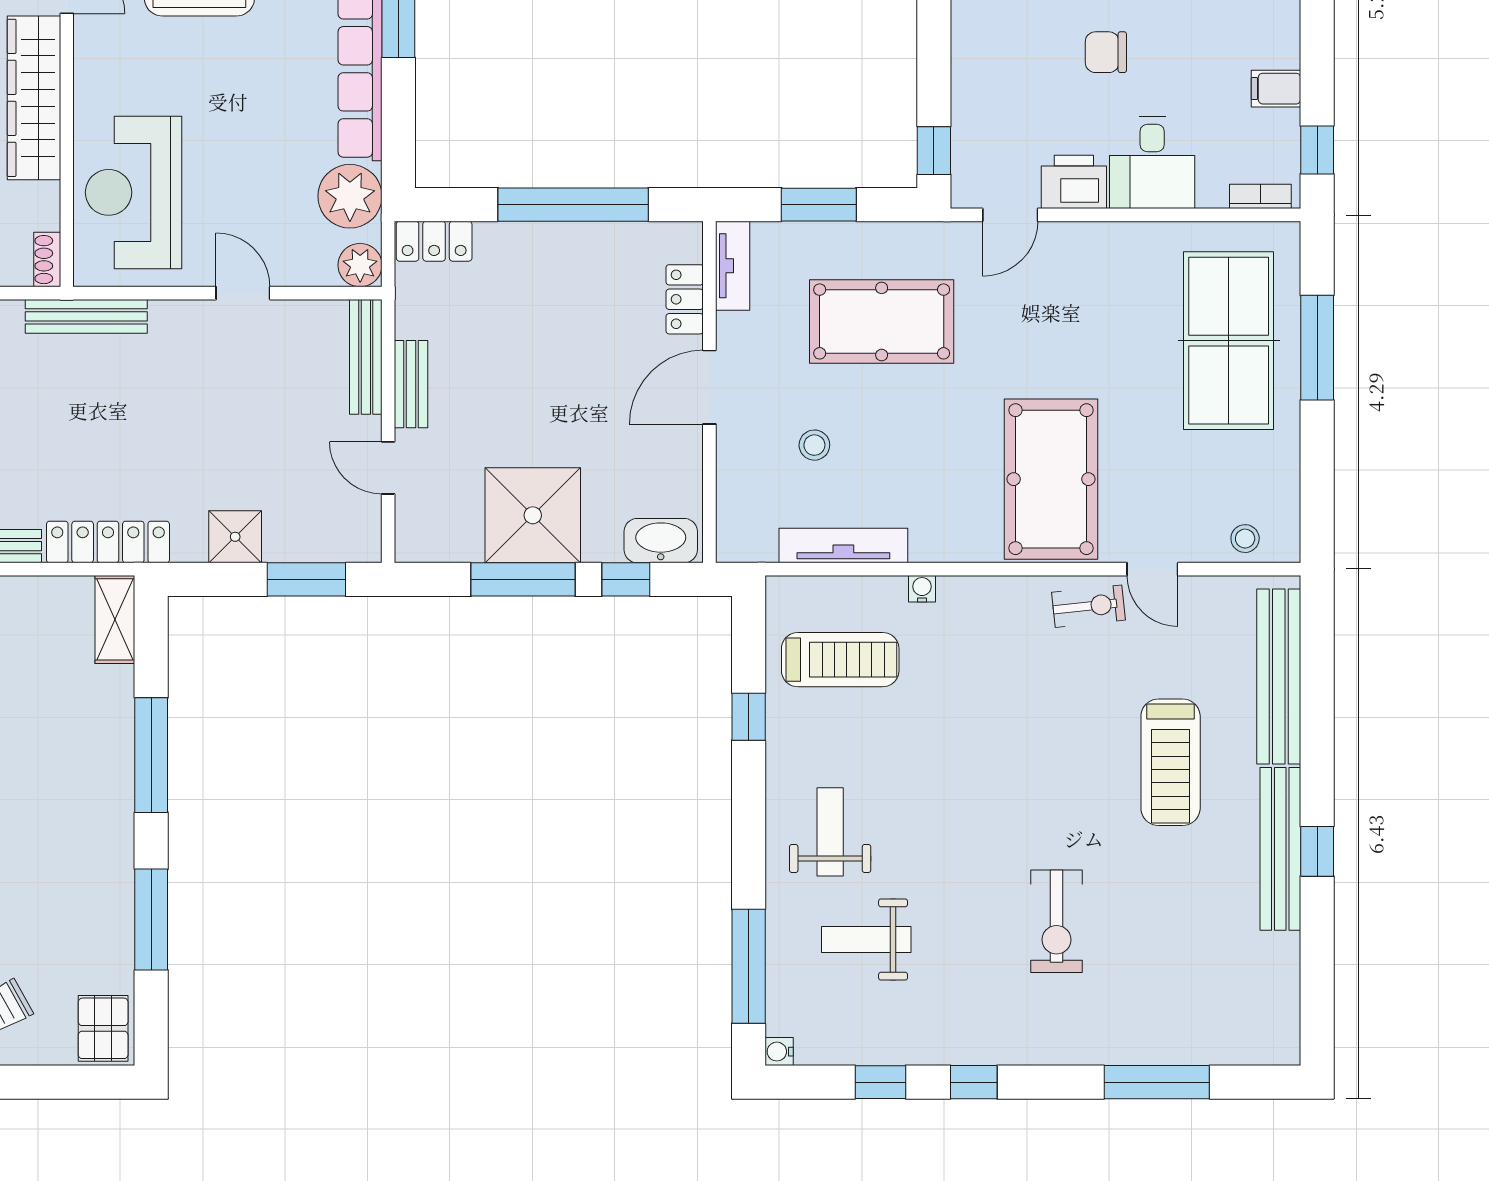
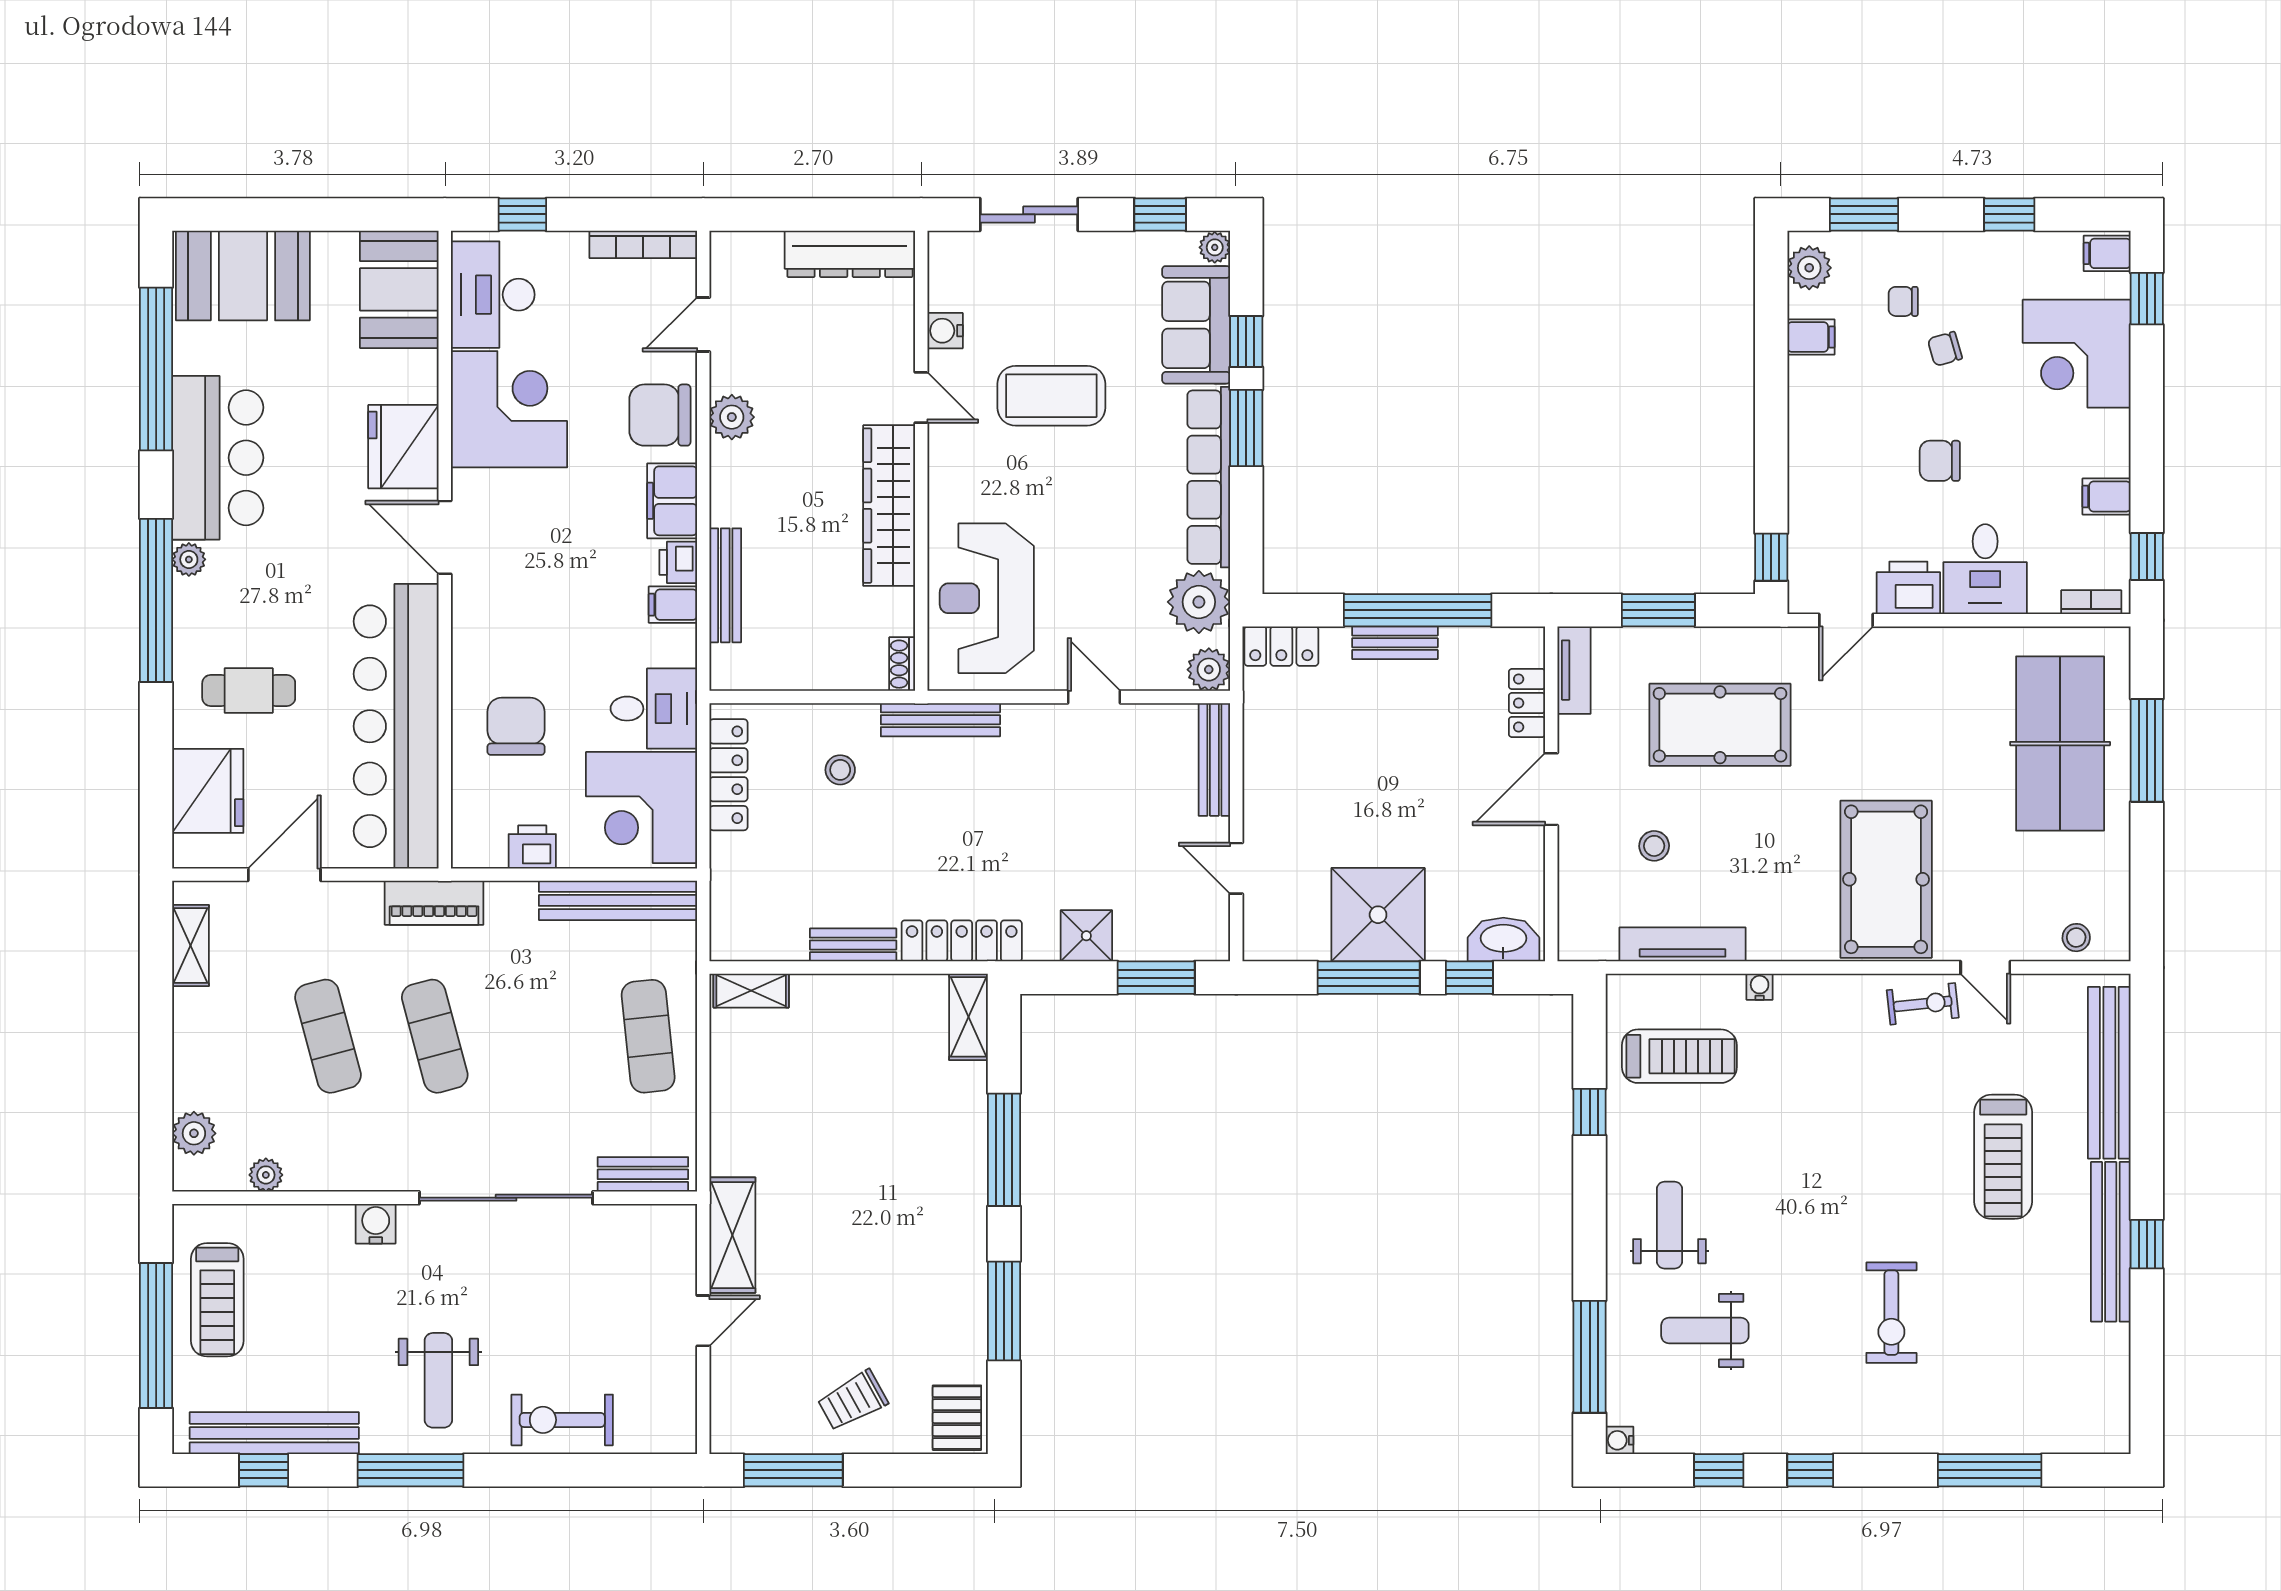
bench: (411, 384) -> (1395, 643), moved, turned 90

